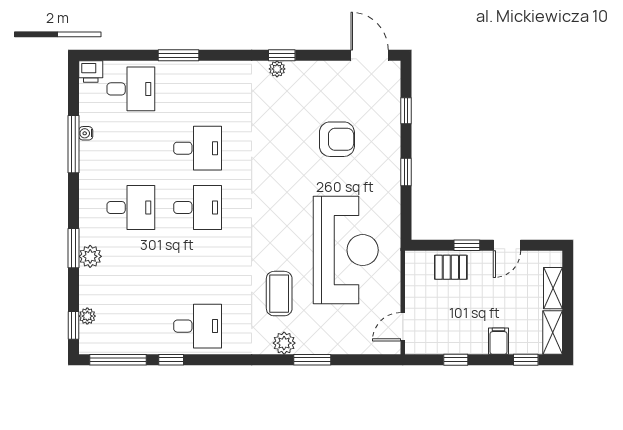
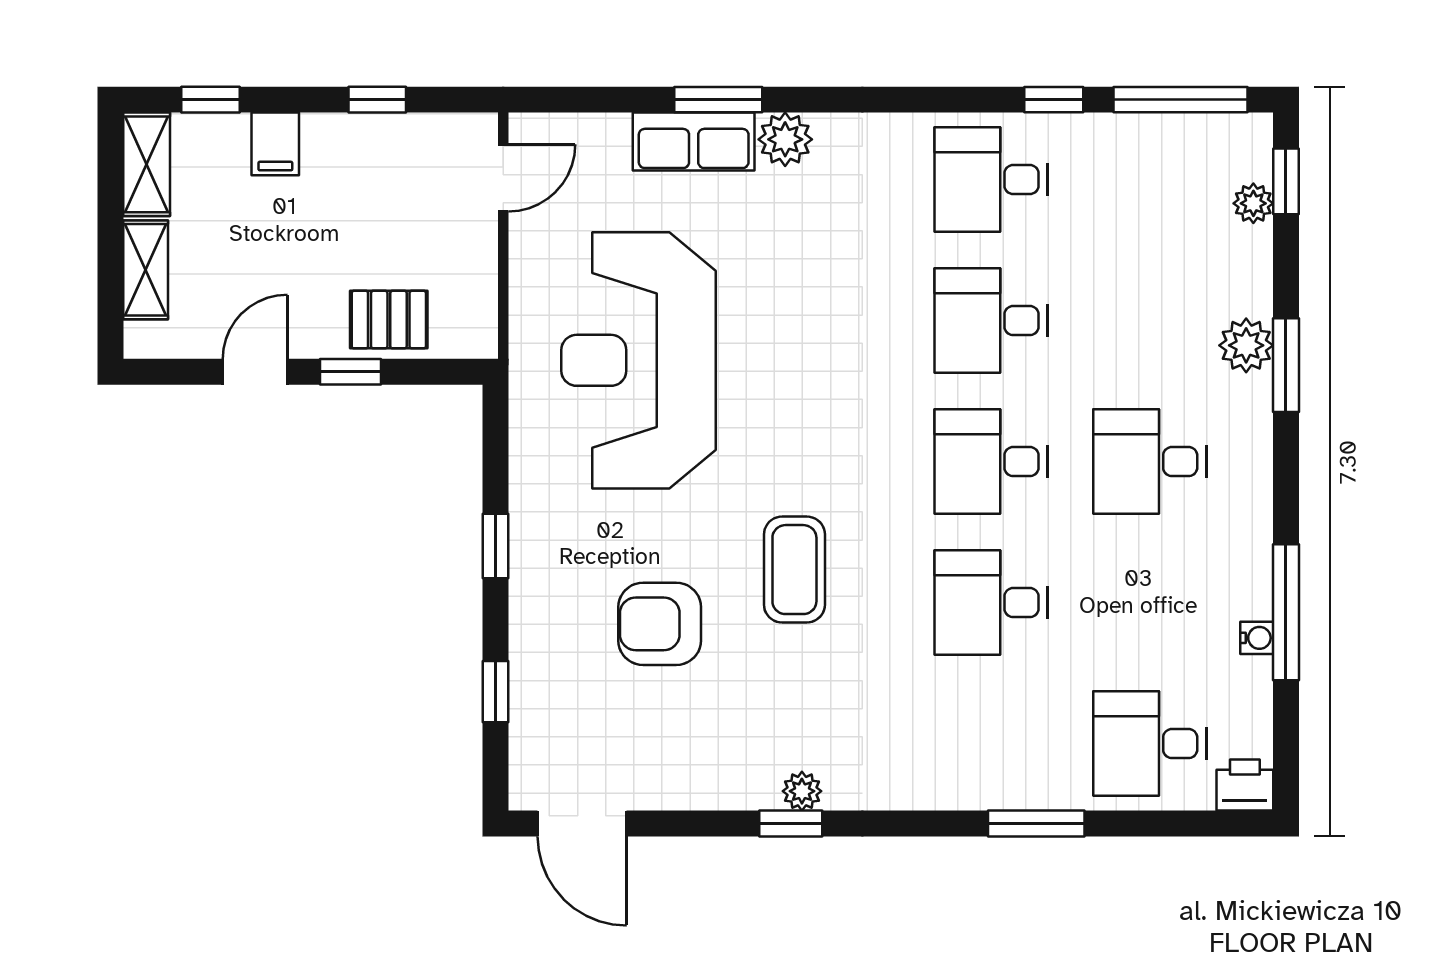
desk: (198, 267) -> (991, 321), added
coffee table: (279, 294) -> (794, 570), moved
row of seats: (323, 342) -> (694, 141), added

